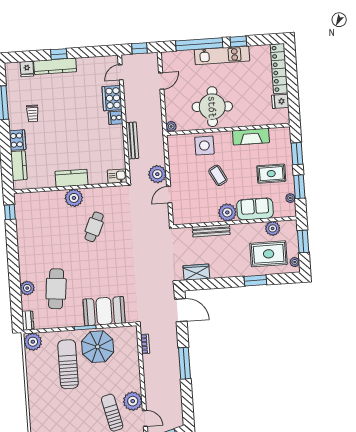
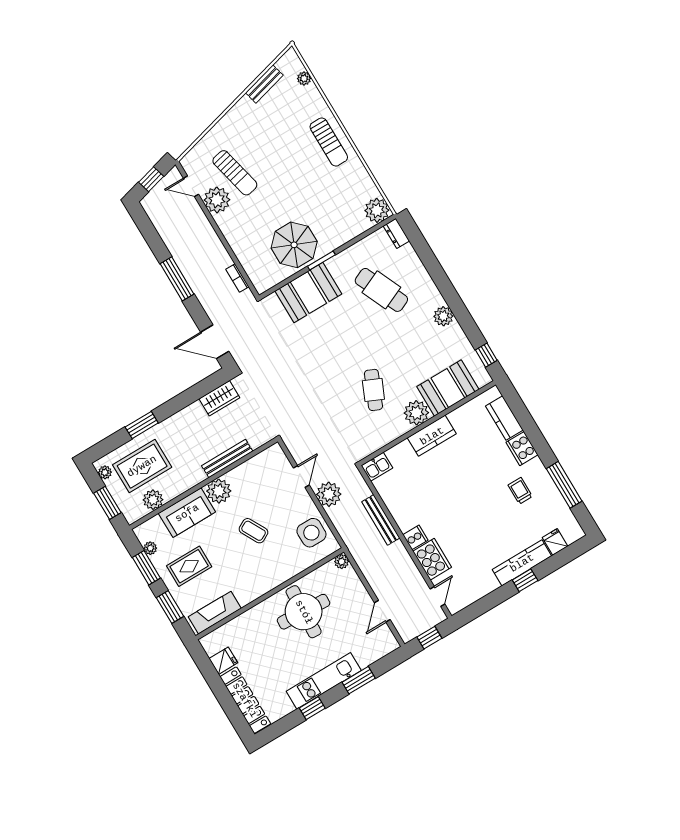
window: (199, 44) -> (359, 680), width x0.47
fireplace: (251, 137) -> (215, 613), moved
side table: (204, 146) -> (311, 533), moved
booth: (45, 204) -> (448, 388), added
plant: (27, 288) -> (443, 316), moved
cafe table: (56, 289) -> (381, 290), turned -30
sun lounger: (68, 364) -> (329, 142), moved, width x0.73, depth x0.75

